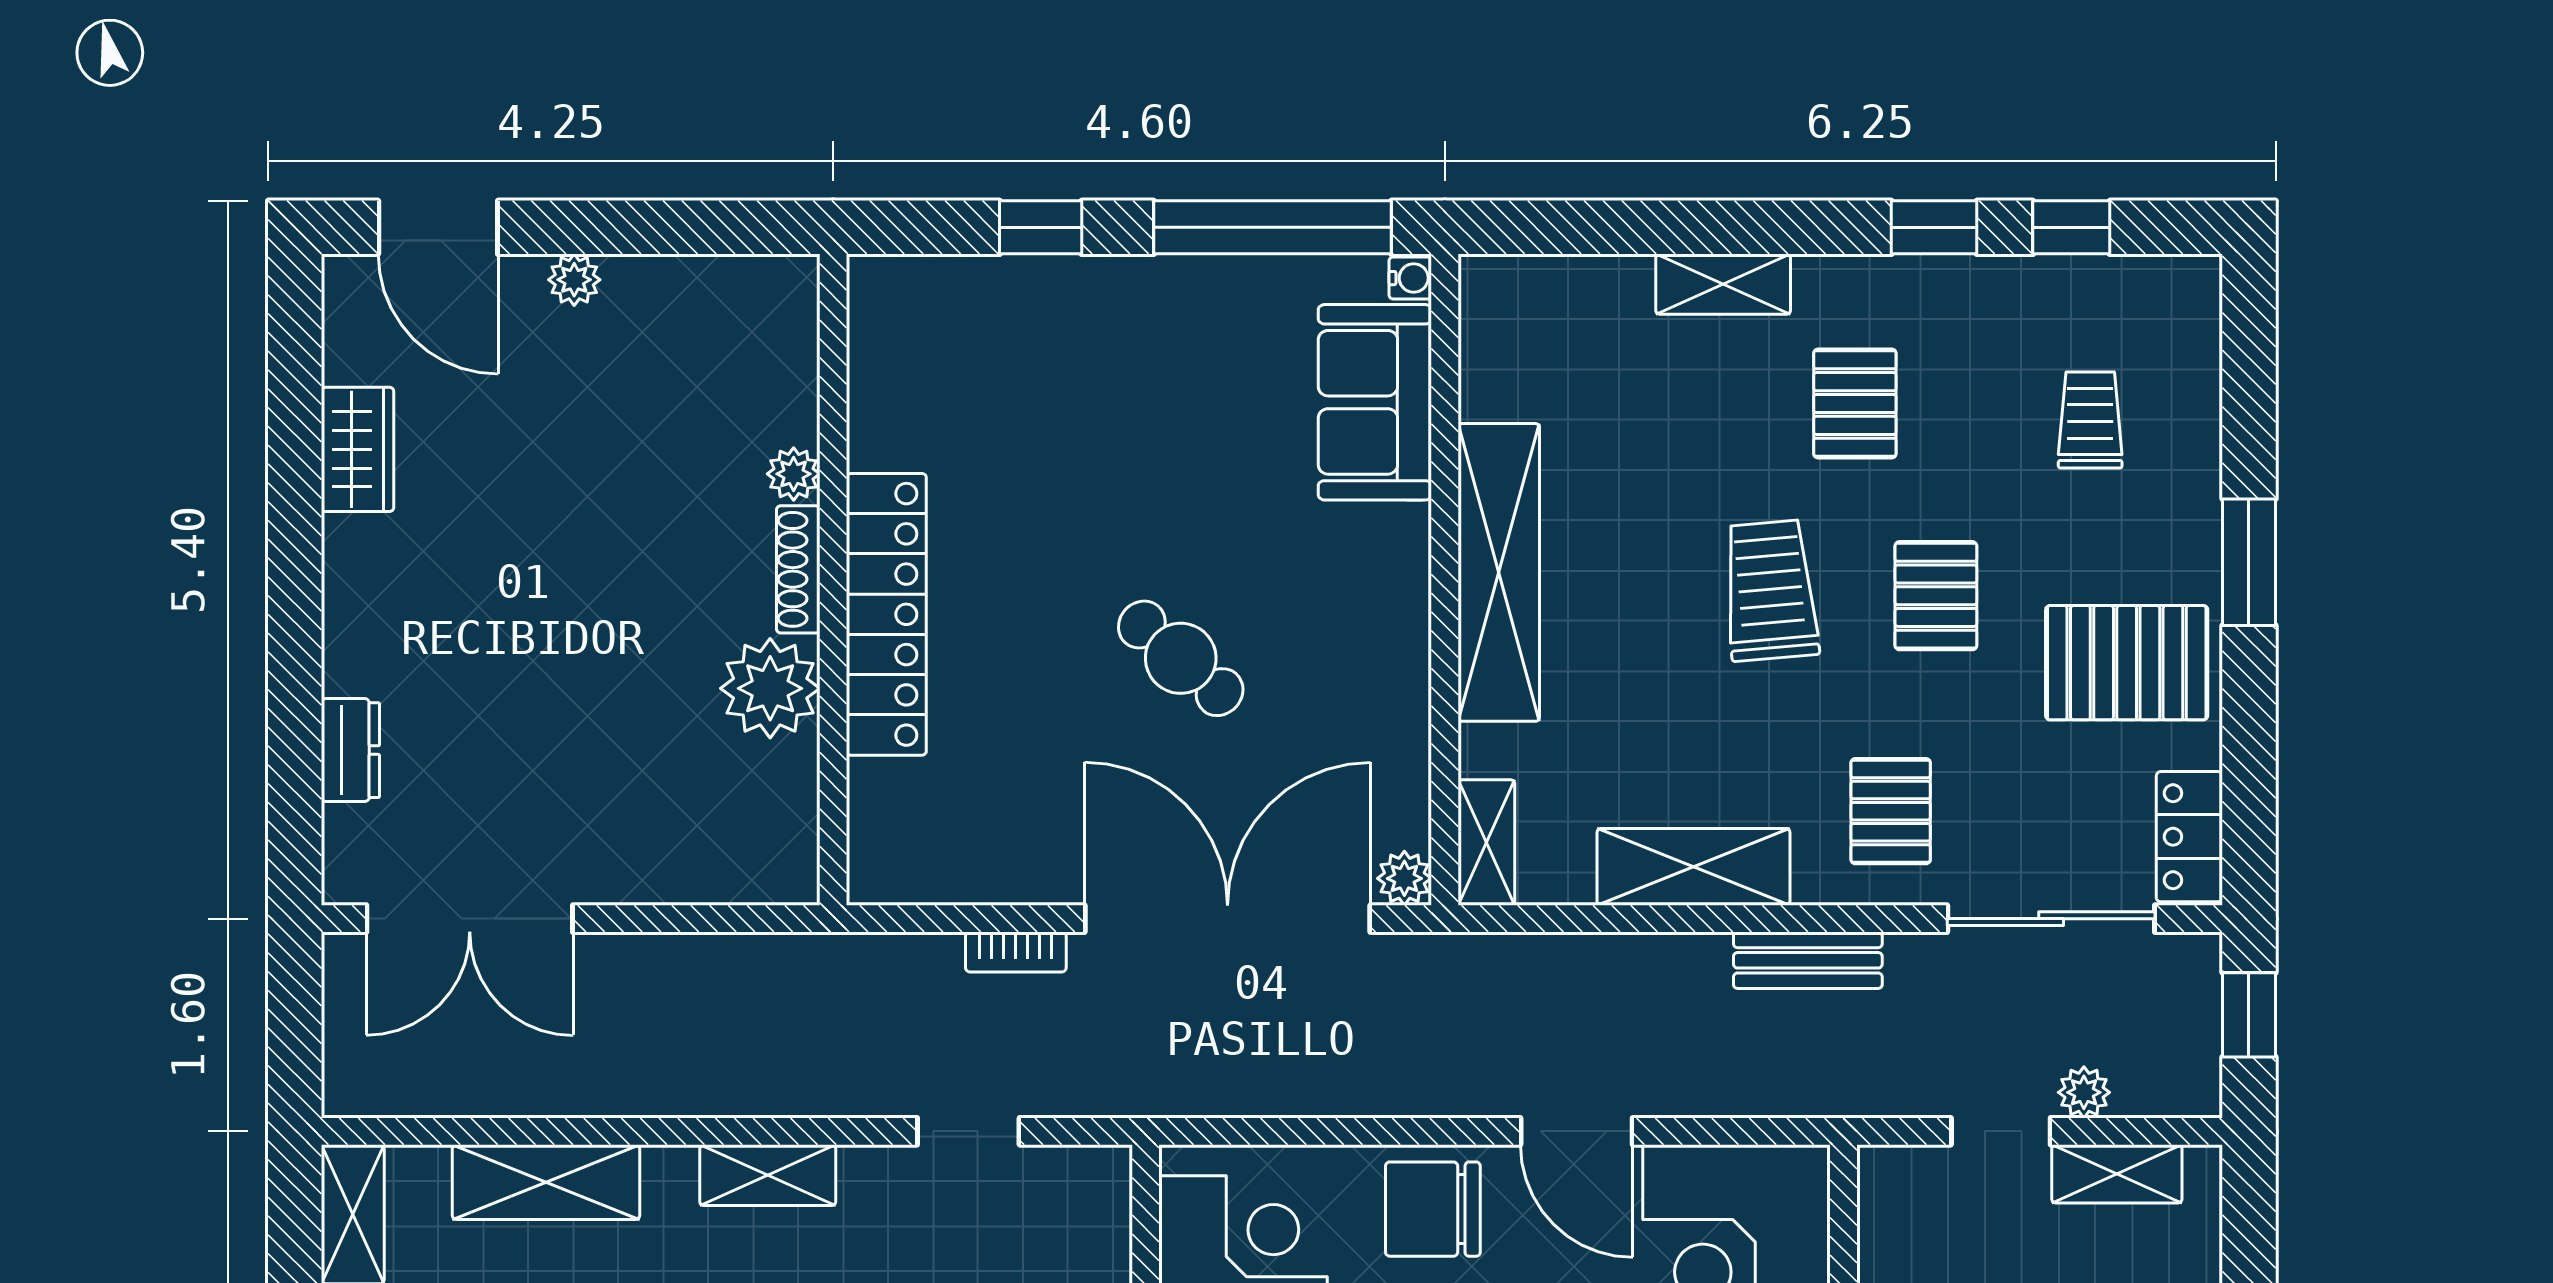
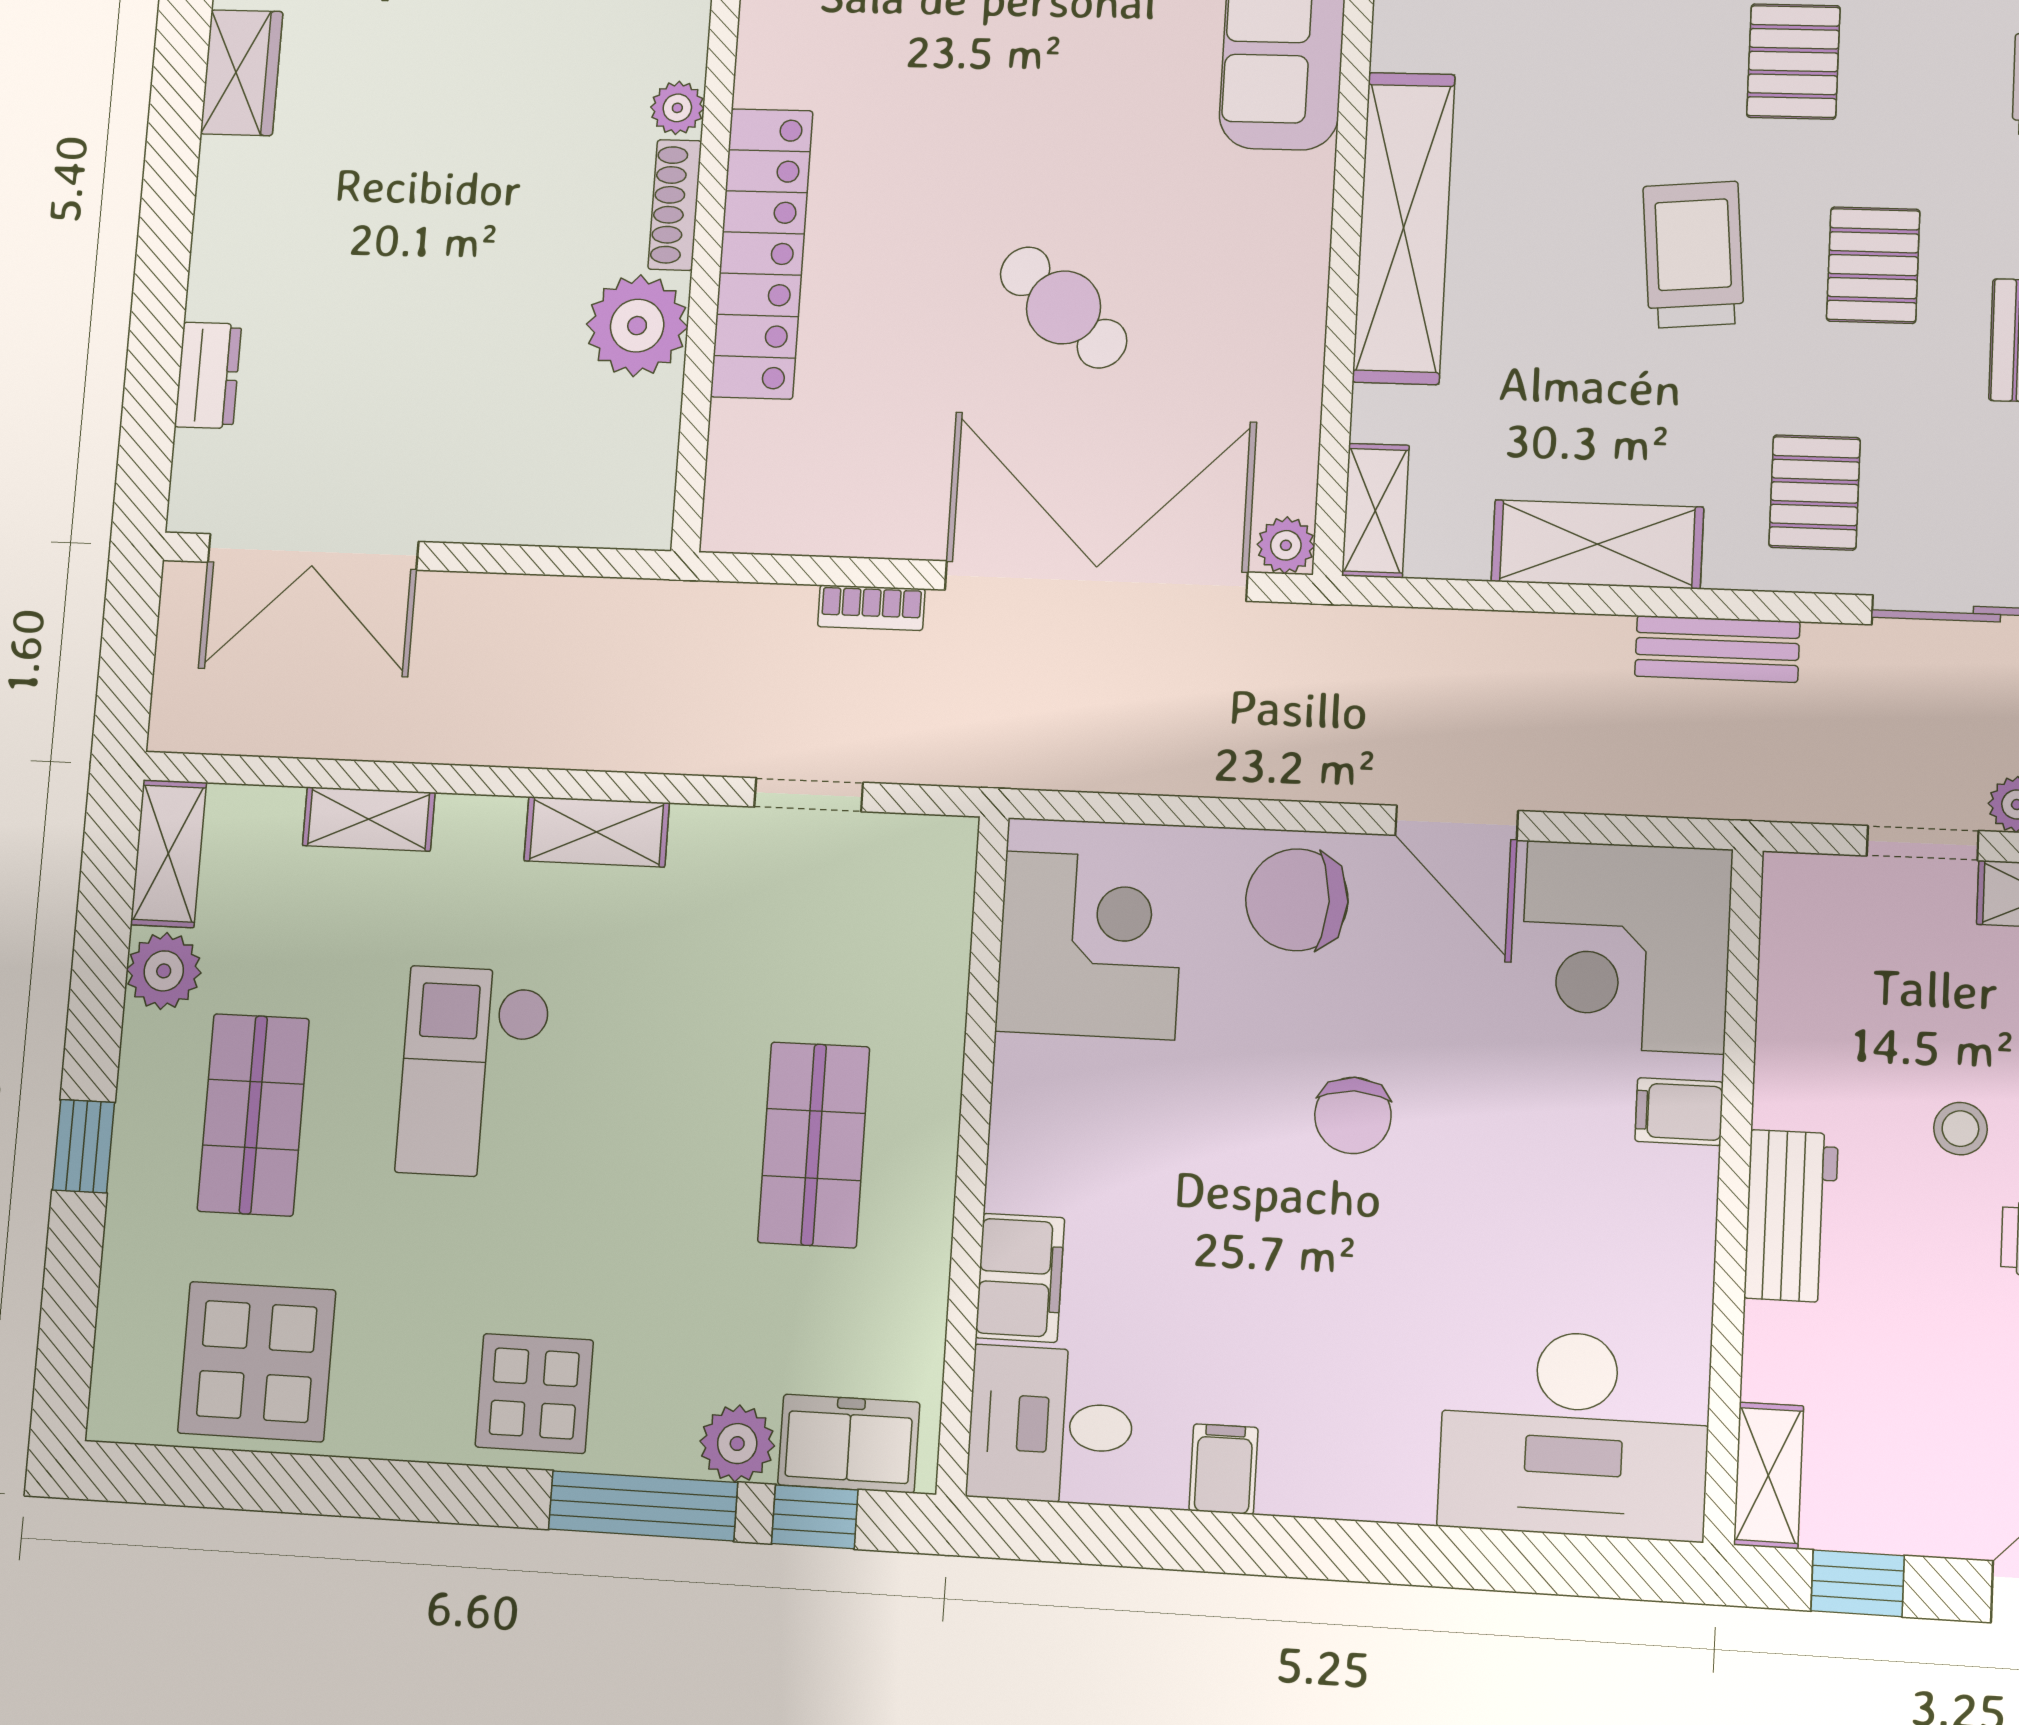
shelving: (546, 1182) -> (369, 819), width x0.67, depth x0.75

